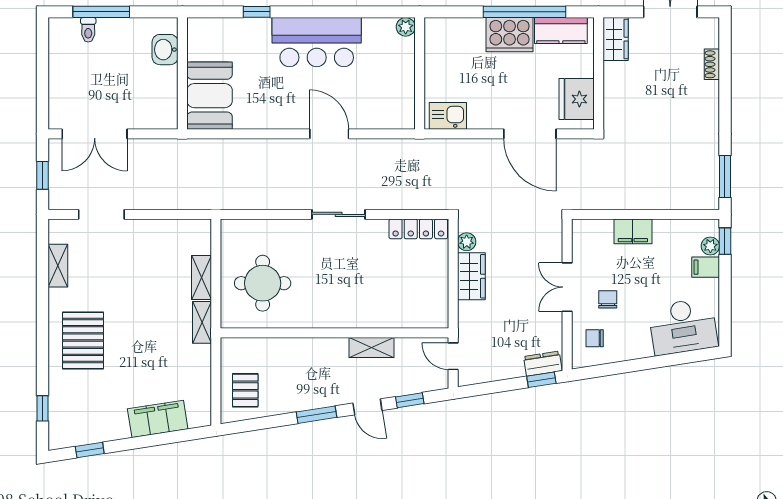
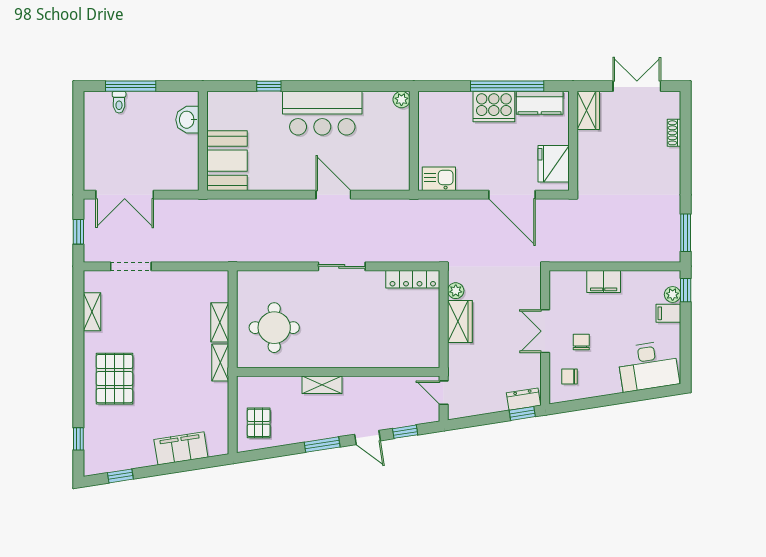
shelving: (371, 347) -> (322, 385), moved

